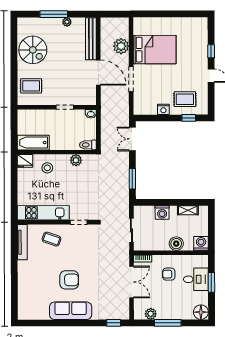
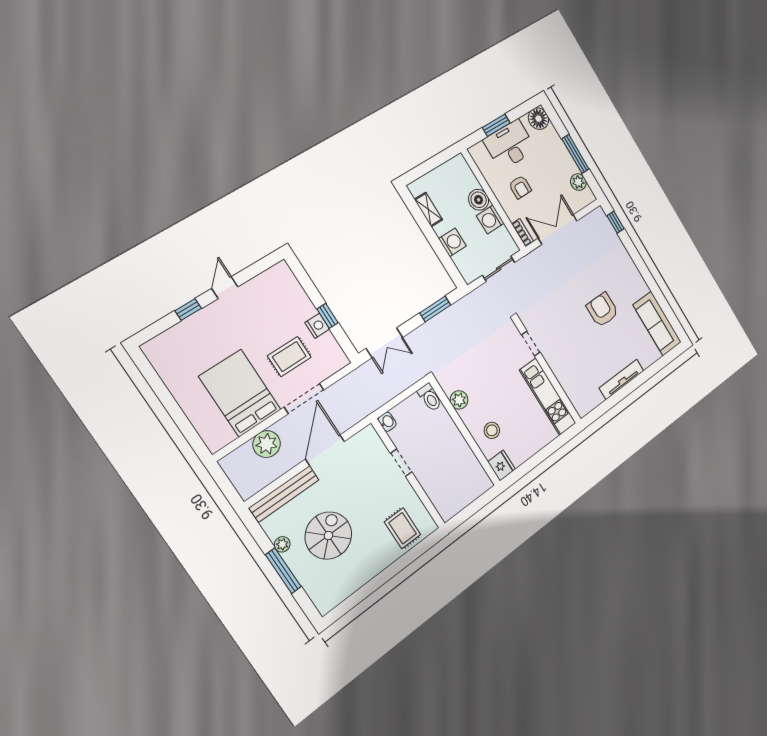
spiral stairs: (33, 50) -> (328, 536), moved
rug: (185, 99) -> (289, 357), moved, turned 90
window: (189, 118) -> (327, 316), moved
bathtub: (33, 143) -> (473, 472), removed
coffee table: (51, 239) -> (571, 364), removed
tv unit: (22, 242) -> (622, 379), moved
washing machine: (201, 243) -> (490, 219), moved
desk: (196, 279) -> (510, 145), width x1.37
sofa: (71, 311) -> (657, 324), moved

